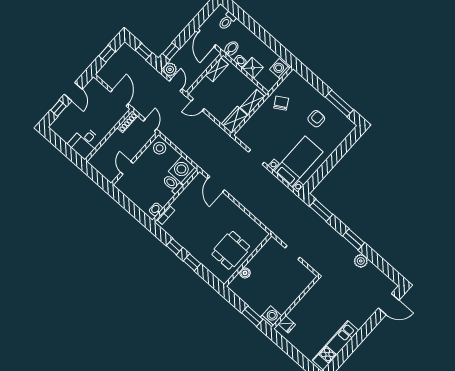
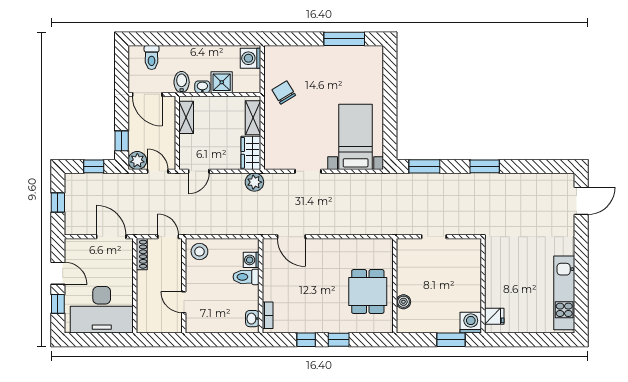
armchair: (316, 119) -> (334, 76), removed
desk: (84, 142) -> (102, 310), width x1.87, depth x1.30
washing machine: (183, 170) -> (251, 260), width x0.53, depth x0.53
plant: (361, 261) -> (254, 182), moved

